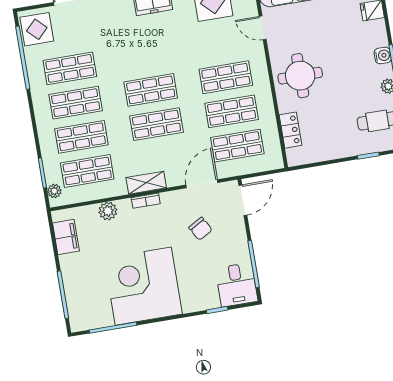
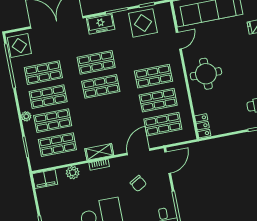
door: (263, 28) -> (179, 41), swing flipped
shop shelf: (156, 124) -> (96, 62), moved
locker: (290, 130) -> (203, 126), moved
plant: (54, 191) -> (26, 116), moved
filing cabinet: (66, 237) -> (45, 179), moved, turned 90

